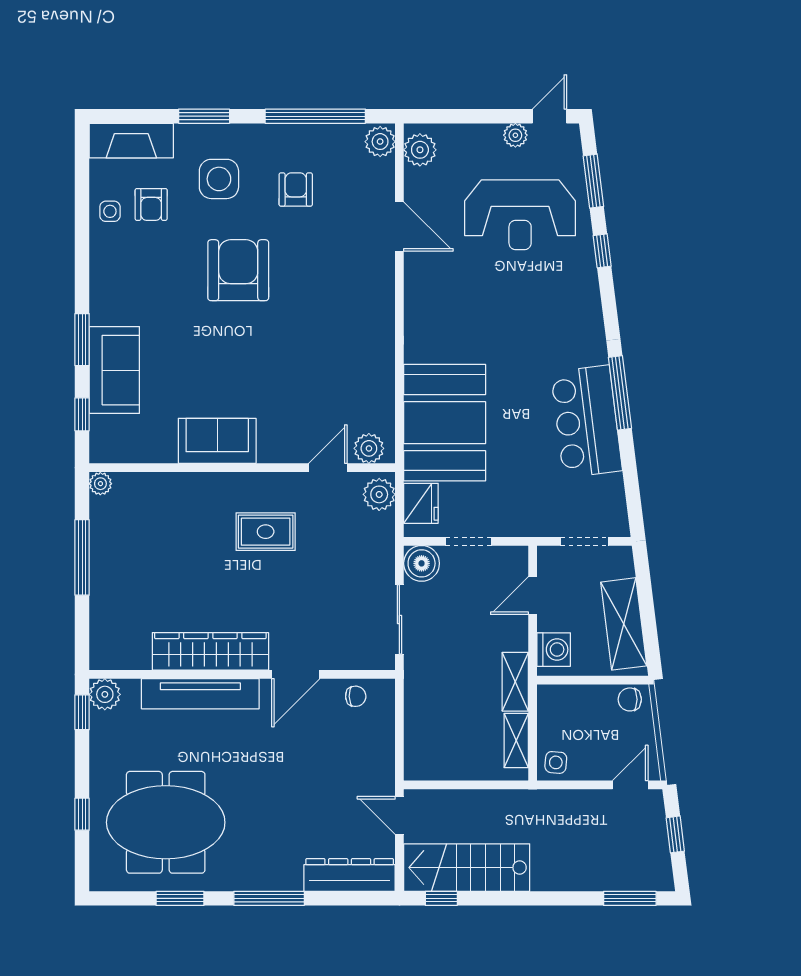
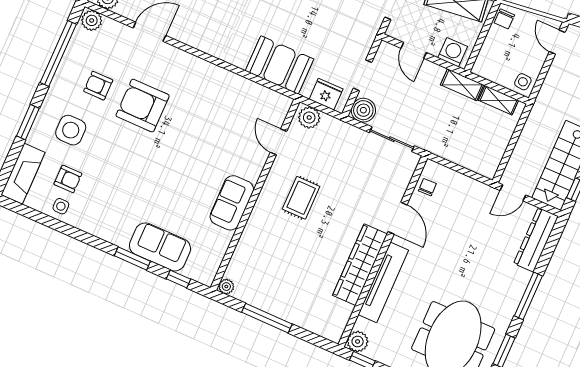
armchair: (238, 270) -> (143, 106), moved
booth: (445, 423) -> (279, 65), width x0.73, depth x0.70
plant: (369, 448) -> (278, 111), removed

